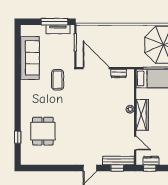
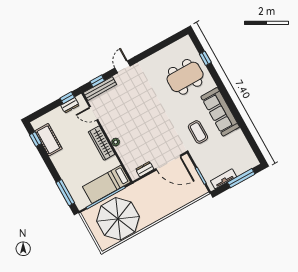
window: (55, 22) -> (241, 178), moved
sofa: (30, 58) -> (220, 112), moved
dining table: (43, 131) -> (185, 77), width x1.38

